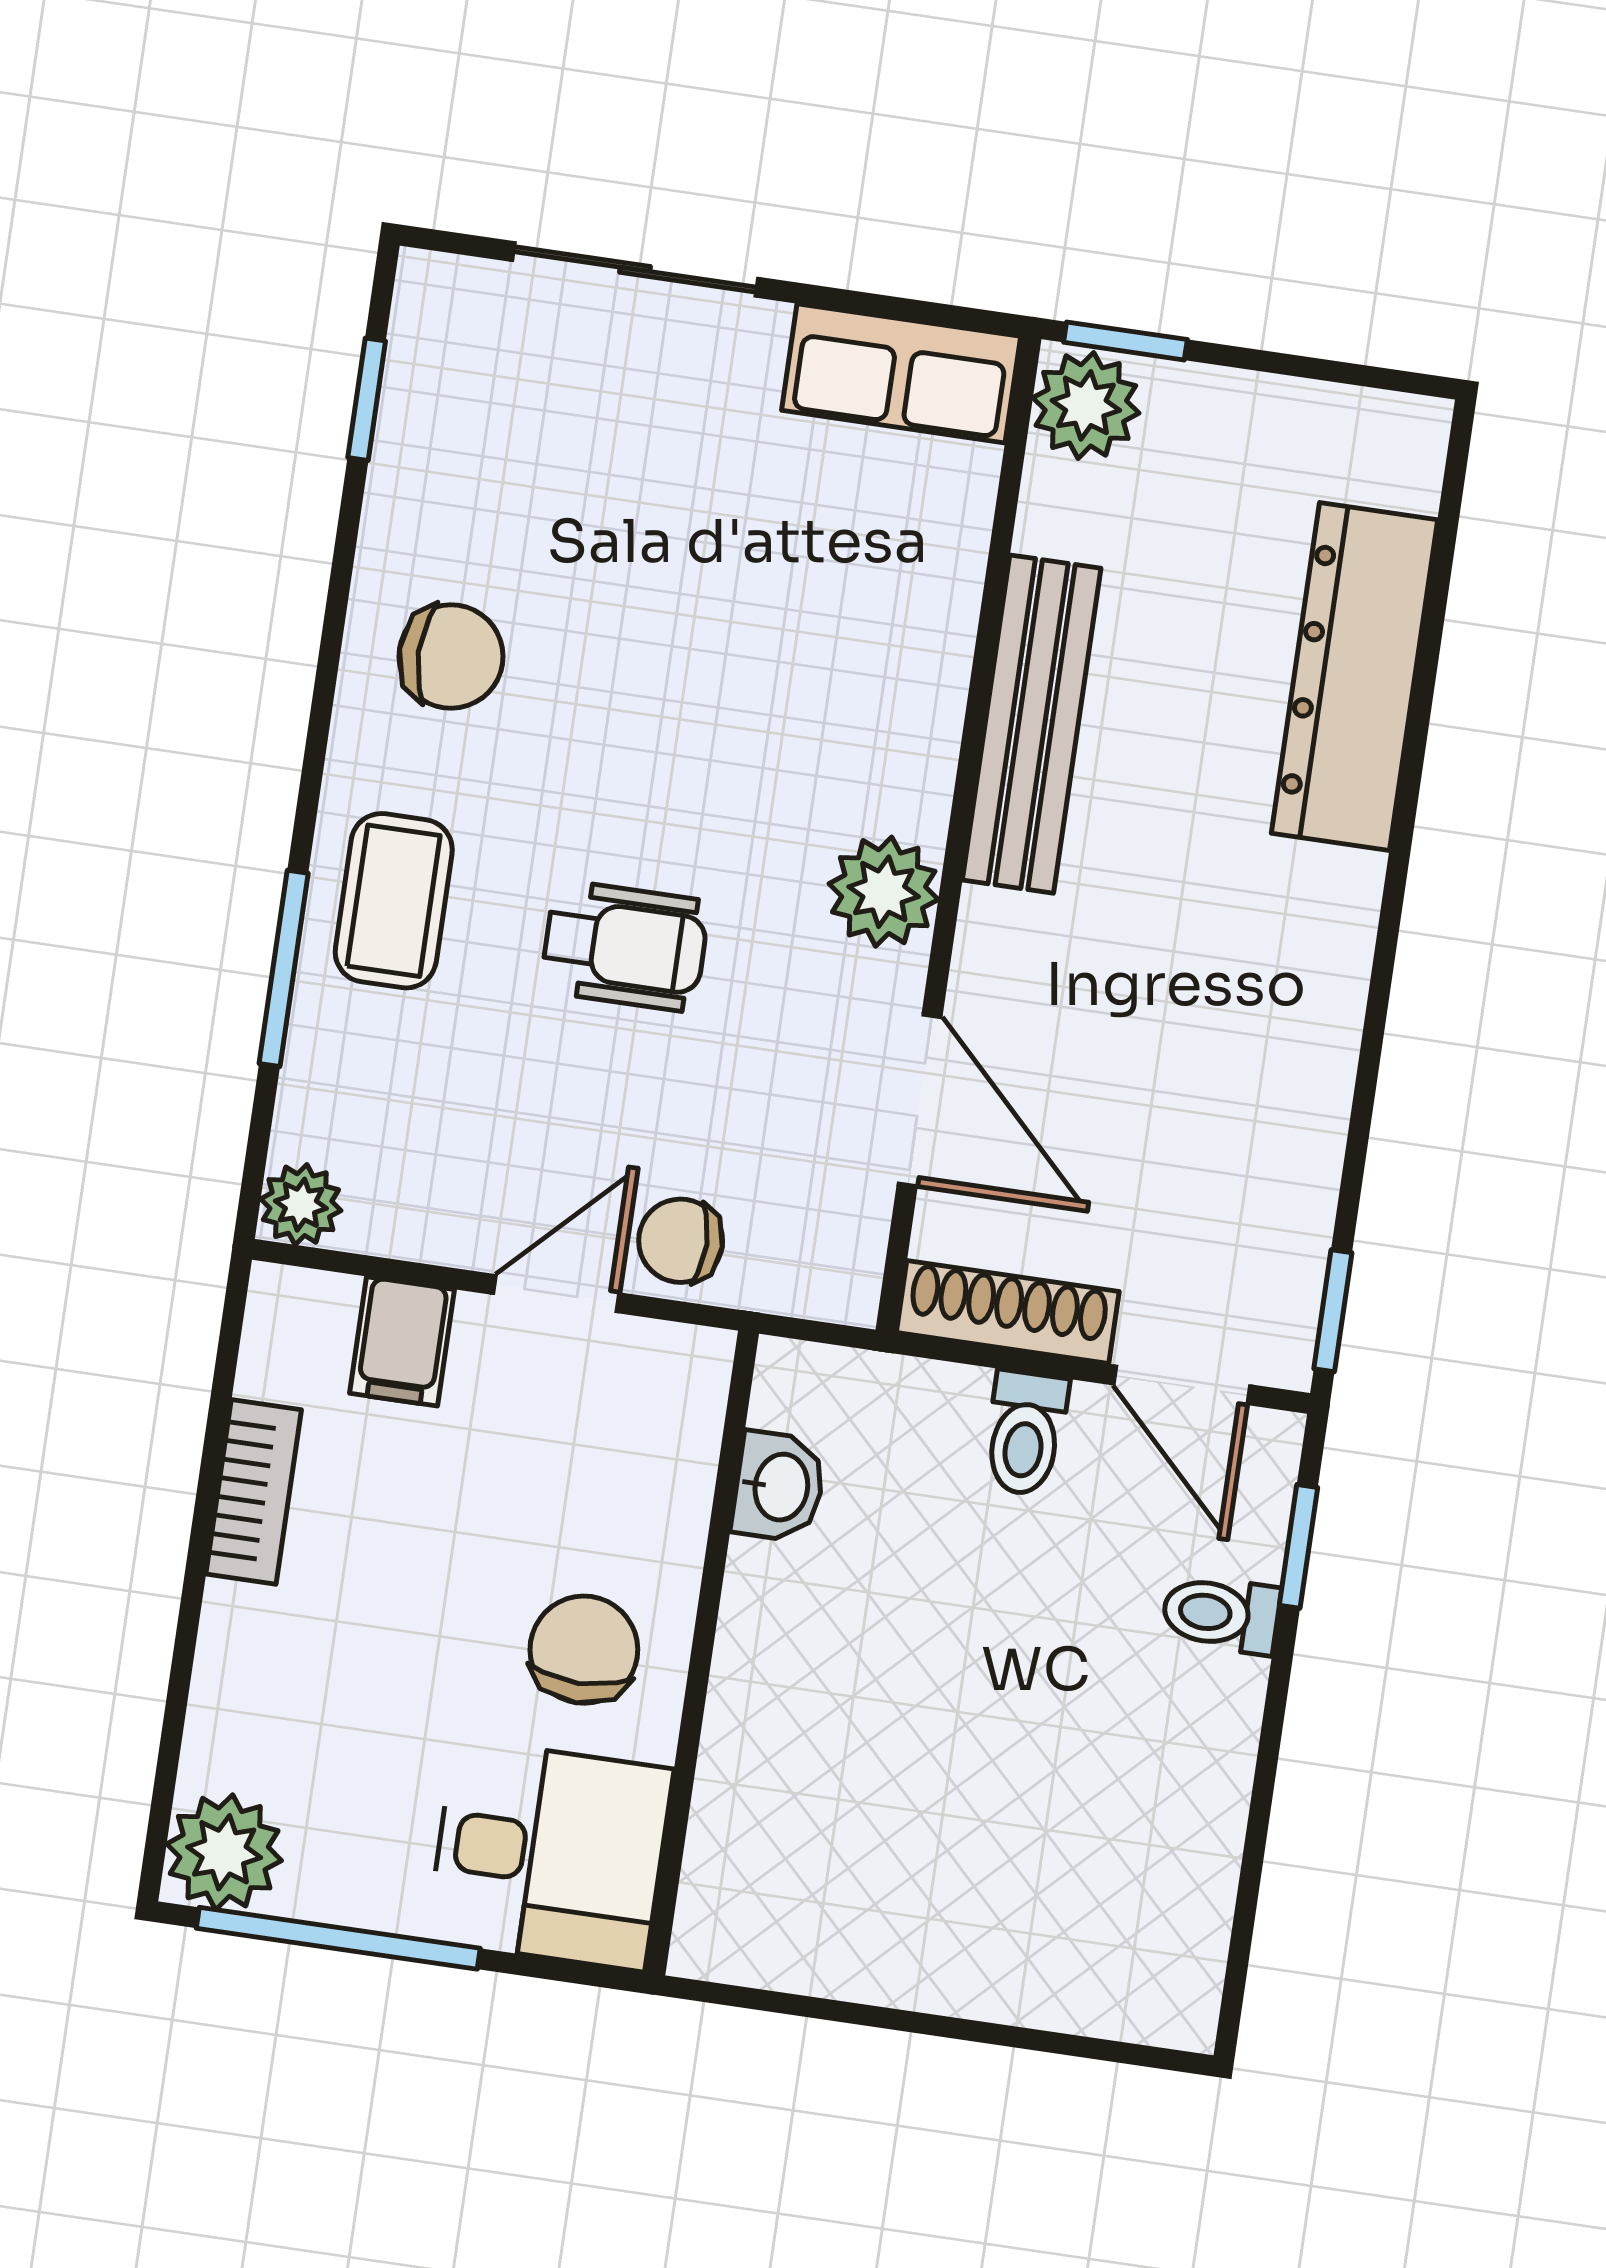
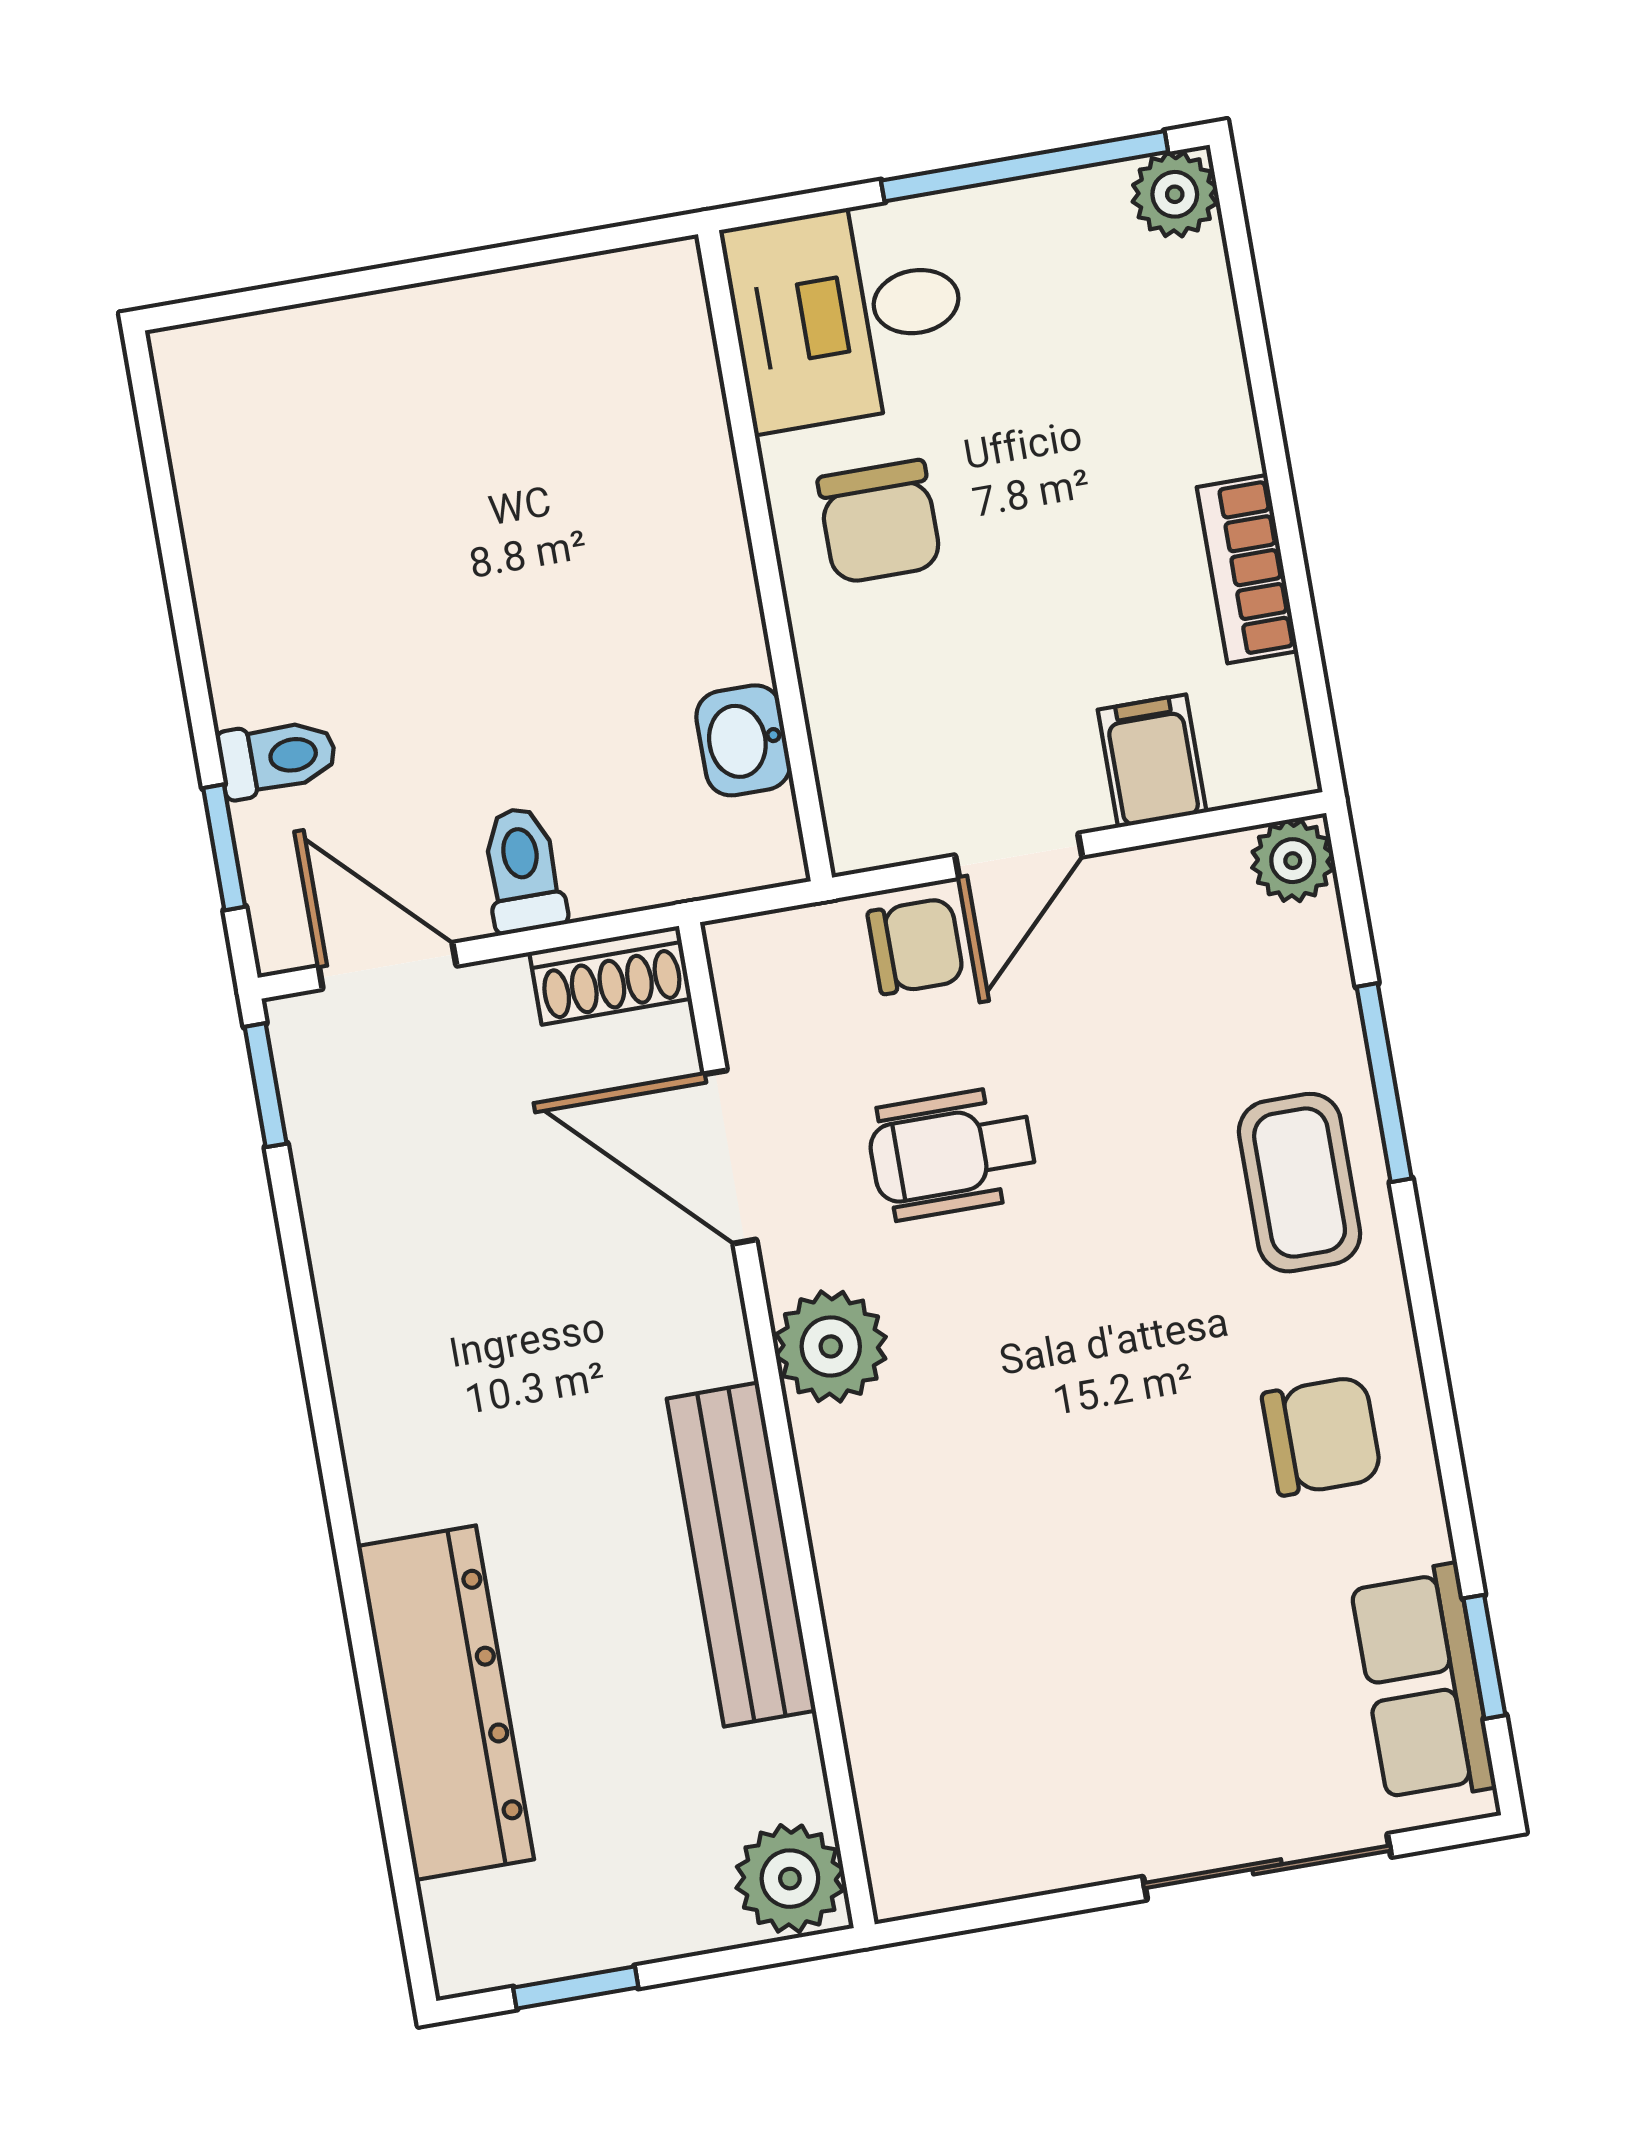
window: (1125, 341) -> (576, 1987), moved
row of seats: (901, 373) -> (1423, 1684), moved, turned -90
chair: (451, 656) -> (1322, 1436), turned 180
wheelchair: (625, 946) -> (952, 1153), moved
shoe rack: (1008, 1312) -> (610, 975), width x0.70
plant: (224, 1852) -> (1175, 194), width x0.73, depth x0.73

